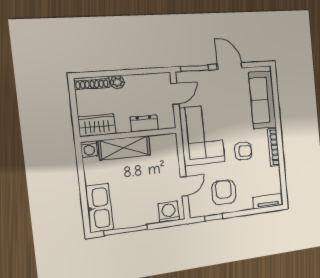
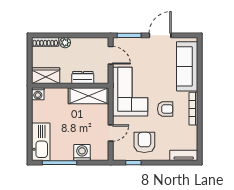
door: (230, 66) -> (160, 35), hinge flipped
door: (175, 94) -> (111, 55), hinge flipped
shelving: (124, 148) -> (89, 96), moved
washing machine: (169, 212) -> (82, 153), moved

